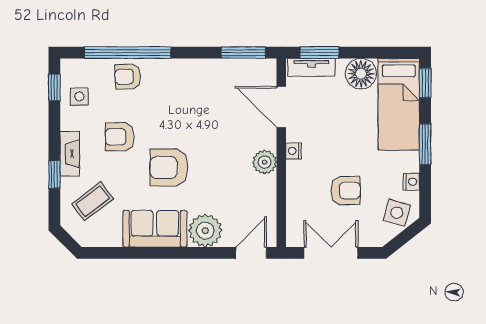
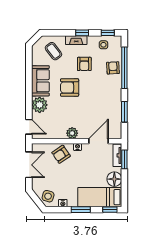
window: (243, 53) -> (124, 112), moved
armchair: (120, 137) -> (84, 64), turned 180
armchair: (169, 168) -> (70, 87), turned -90
window: (54, 174) -> (82, 33), moved
armchair: (346, 190) -> (61, 154), moved, turned 56

